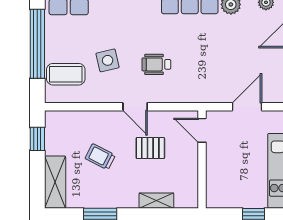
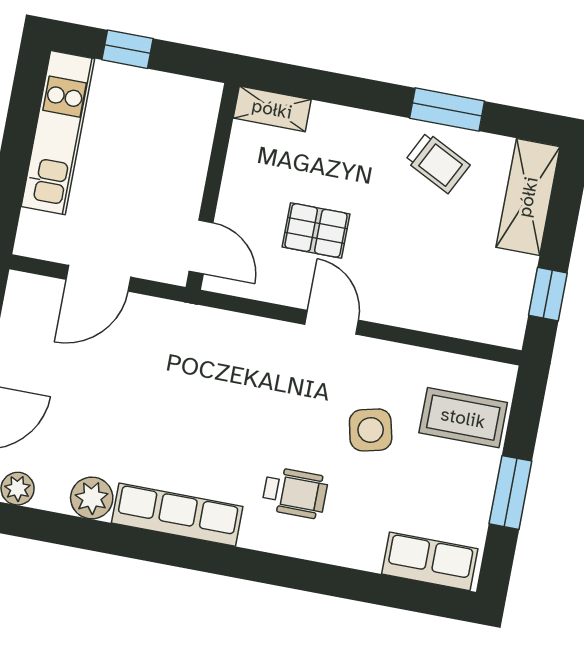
window: (37, 44) -> (510, 492), width x0.47
wheelchair: (156, 64) -> (295, 493), moved
trolley: (100, 157) -> (437, 163), moved
shelving: (156, 201) -> (272, 109), moved

